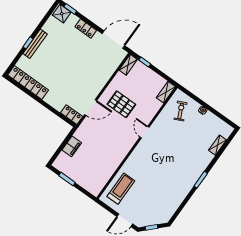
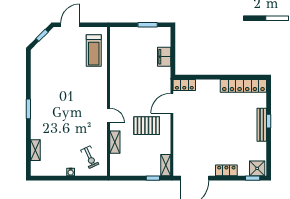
shelving: (166, 92) -> (115, 142), moved

